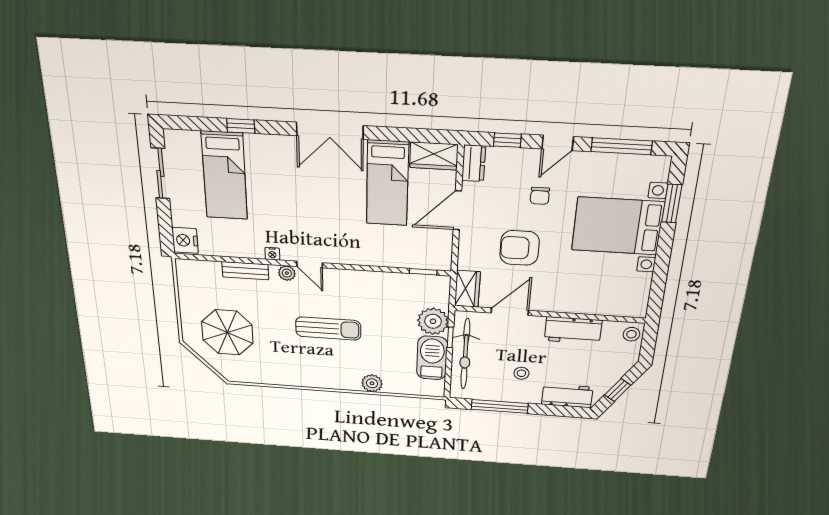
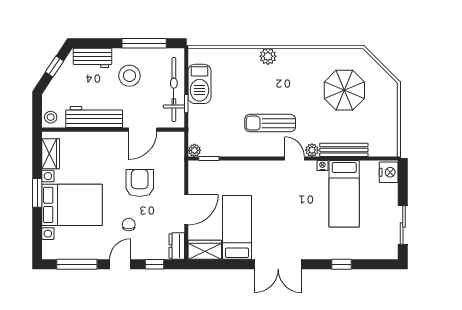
double door: (330, 131) -> (278, 264), swing flipped
bed: (224, 176) -> (344, 194), moved, turned 180
window: (672, 203) -> (37, 193), moved
armchair: (520, 248) -> (140, 183), turned -90
bench: (245, 271) -> (344, 150), width x1.36
wardrobe: (467, 289) -> (51, 154), moved, turned 180
plant: (433, 321) -> (194, 150), moved, width x0.53, depth x0.53
sun lounger: (328, 329) -> (270, 123), moved
workbench: (573, 330) -> (94, 117), width x1.38
parasol: (227, 332) -> (344, 90), moved
stool: (521, 373) -> (129, 76), width x1.89, depth x1.89
plant: (372, 383) -> (268, 56), moved

